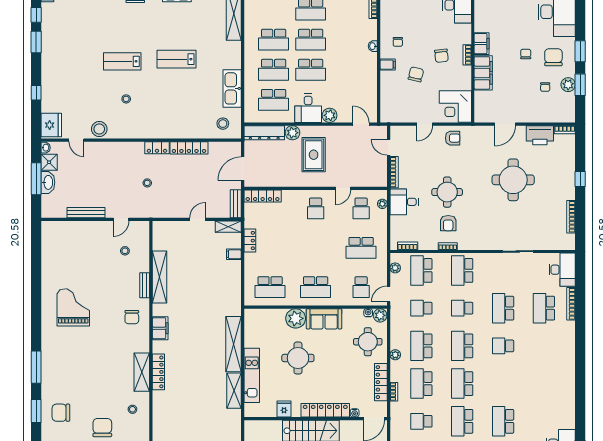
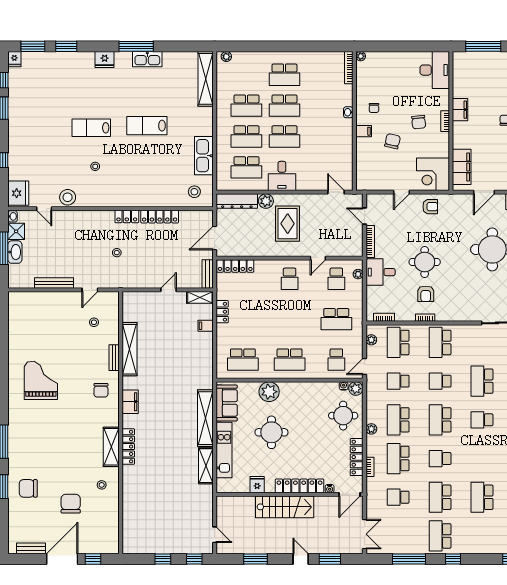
filing cabinet: (483, 73) -> (462, 167), moved
plant: (330, 115) -> (304, 183), removed
sofa: (324, 319) -> (227, 403), moved, turned -90
school desk: (462, 384) -> (440, 459), width x0.54

